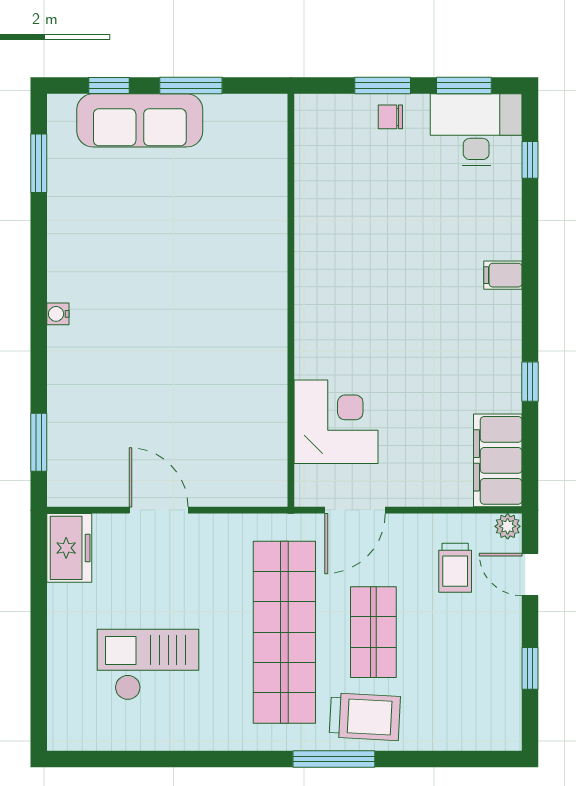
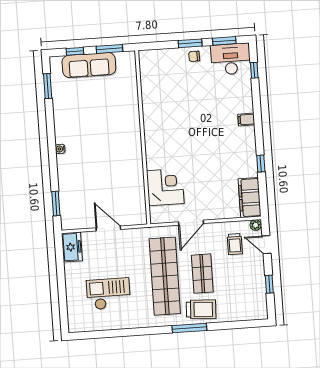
wall: (291, 300) -> (143, 137), moved
corner desk: (336, 422) -> (165, 187), moved

